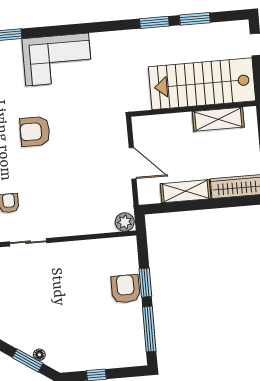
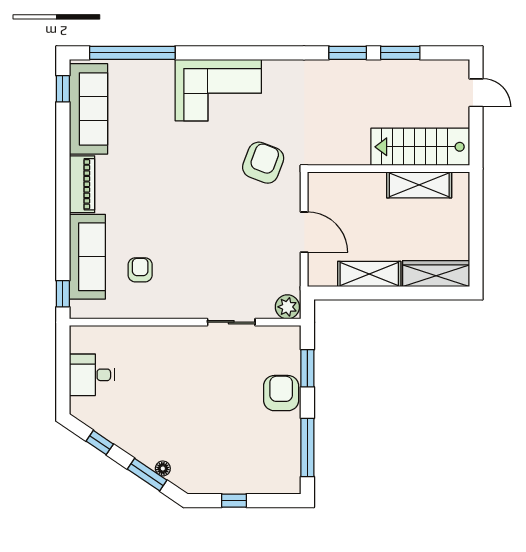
stairs: (202, 84) -> (420, 147), width x0.73, depth x0.66
armchair: (35, 131) -> (263, 163), moved, turned 111
sliding door: (28, 242) -> (231, 322), moved
window: (145, 283) -> (307, 368), moved

